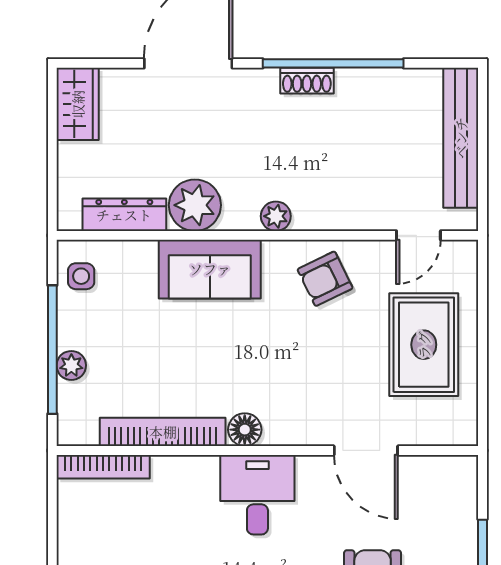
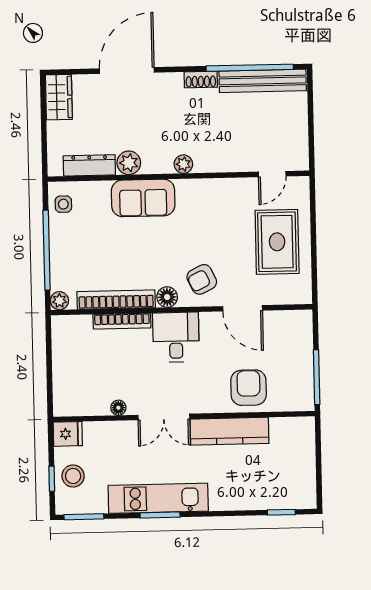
window: (333, 63) -> (250, 68), moved
bench: (461, 138) -> (263, 81), moved, turned 90
plant: (195, 205) -> (129, 163), width x0.73, depth x0.73
armchair: (325, 279) -> (202, 279), moved
plant: (71, 365) -> (59, 301), moved
bookcase: (103, 467) -> (122, 321), moved

